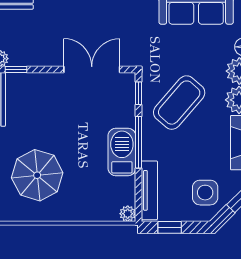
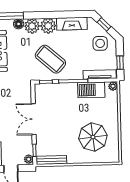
double door: (92, 69) -> (34, 119), moved
barbecue: (122, 152) -> (91, 90), moved

